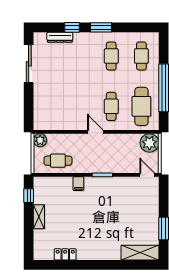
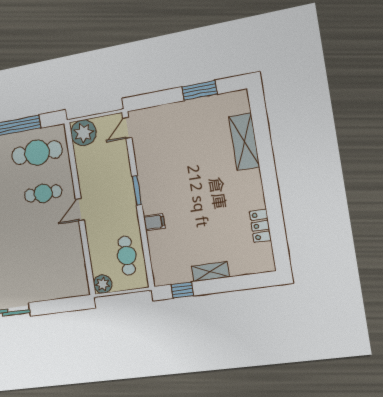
shelving: (140, 253) -> (244, 142), moved

